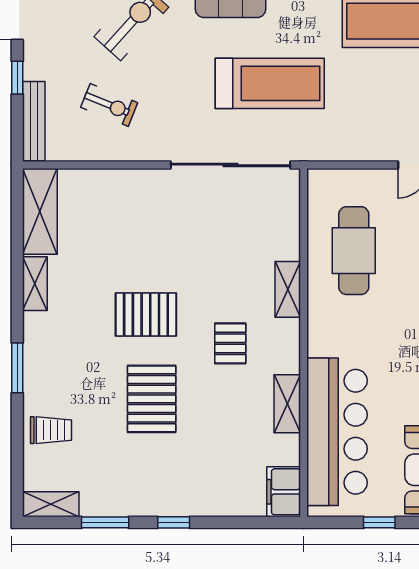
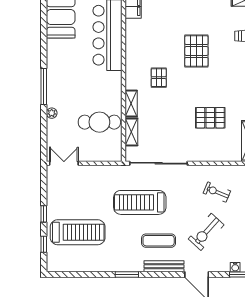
cafe table: (354, 251) -> (99, 122), turned 90
pallet: (146, 314) -> (210, 118), moved
shelving: (287, 404) -> (131, 132), moved

